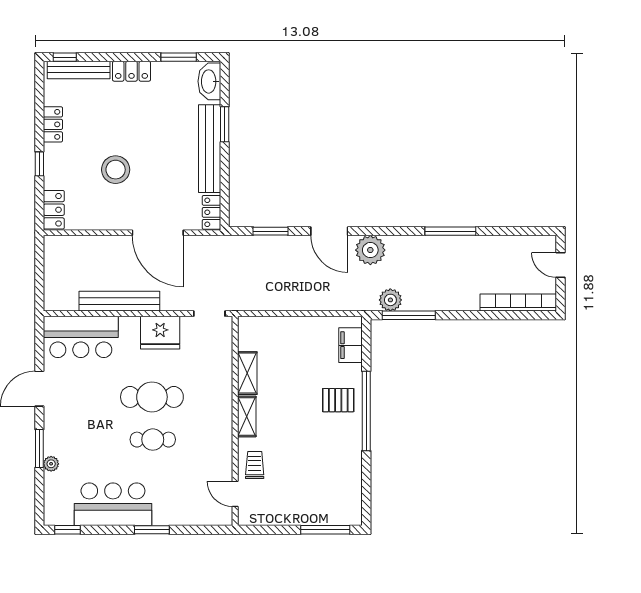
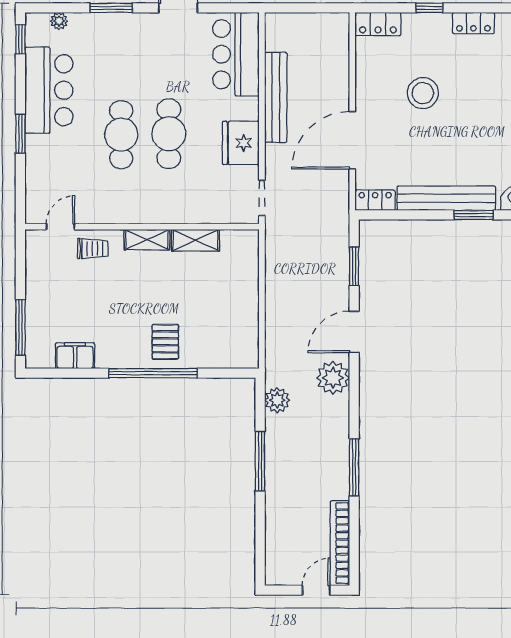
bookcase: (518, 303) -> (340, 543), moved, turned 180
window: (409, 315) -> (260, 461), moved
filing cabinet: (351, 345) -> (75, 356), moved
cafe table: (153, 440) -> (121, 135), width x1.37, depth x1.35
plant: (51, 464) -> (59, 21), moved

